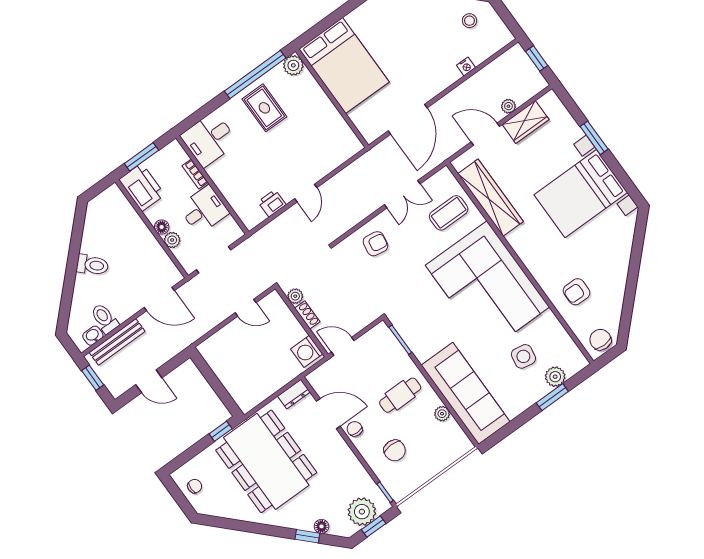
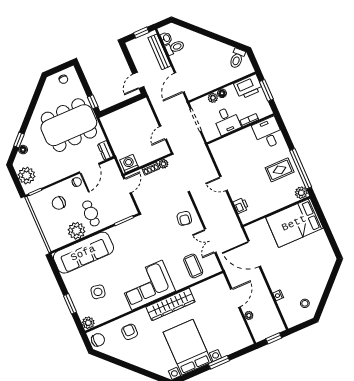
wardrobe: (526, 122) -> (237, 324), removed
wardrobe: (491, 198) -> (171, 304), moved
printer: (272, 203) -> (241, 205), moved
toilet: (92, 265) -> (237, 58), moved
corner sofa: (487, 286) -> (147, 285), width x0.73, depth x0.74
plant: (555, 377) -> (88, 323), moved
door: (149, 381) -> (138, 80), moved
plant: (442, 414) -> (77, 231), width x1.88, depth x1.88
window: (374, 527) -> (16, 181), removed

